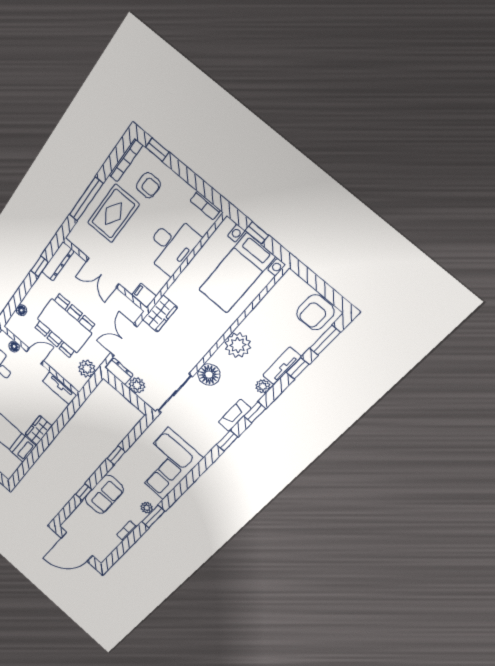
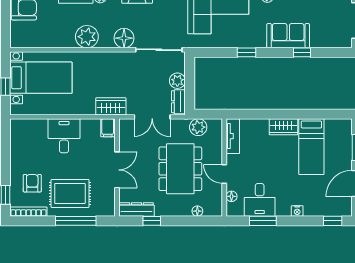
bookcase: (205, 205) -> (15, 134), removed
desk: (172, 245) -> (64, 136), width x0.73

